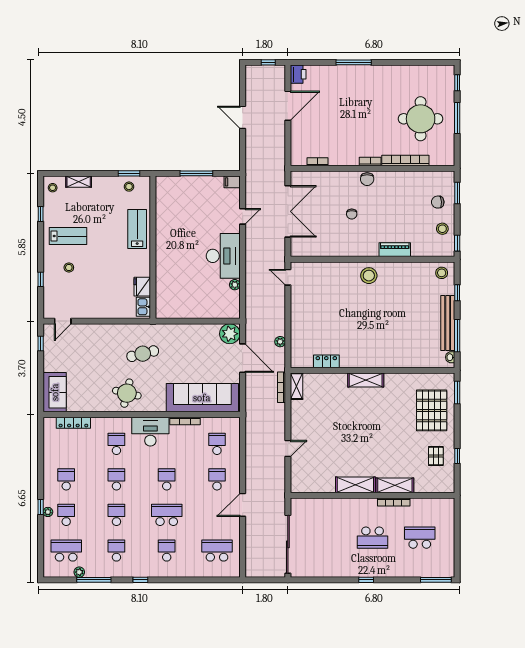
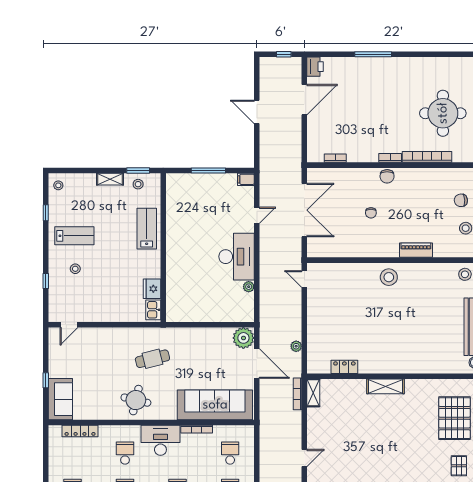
shelving: (79, 182) -> (110, 179), moved
window: (41, 344) -> (46, 380), moved

